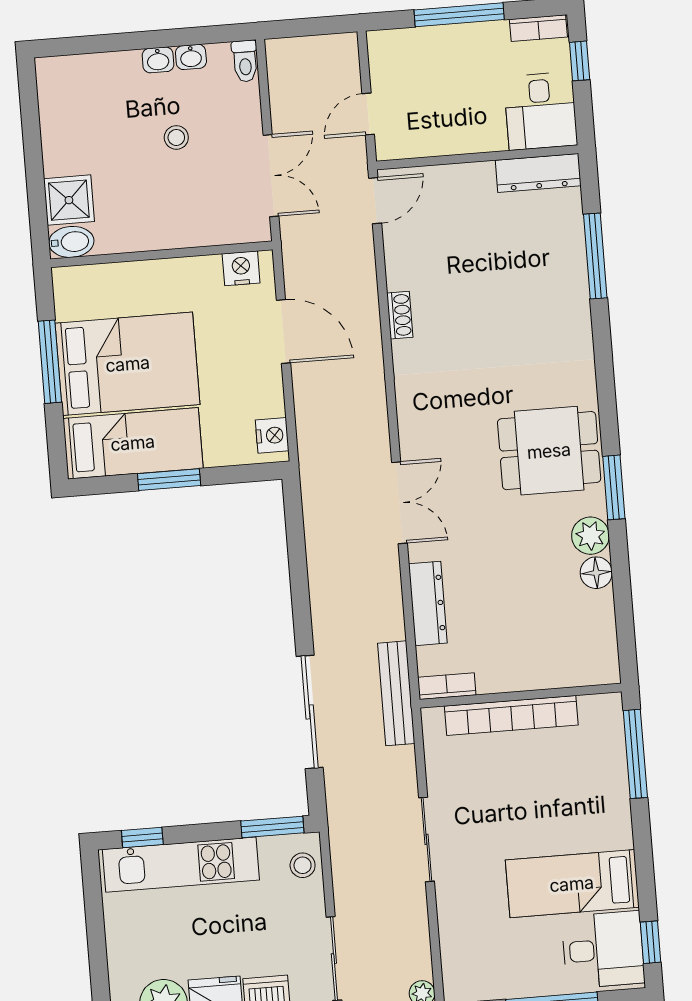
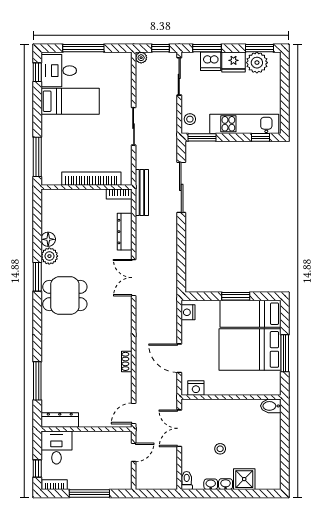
shower: (69, 200) -> (244, 479), moved

